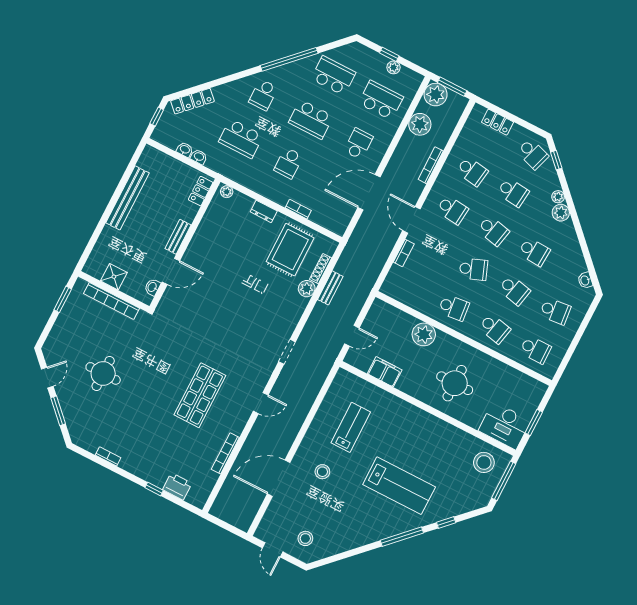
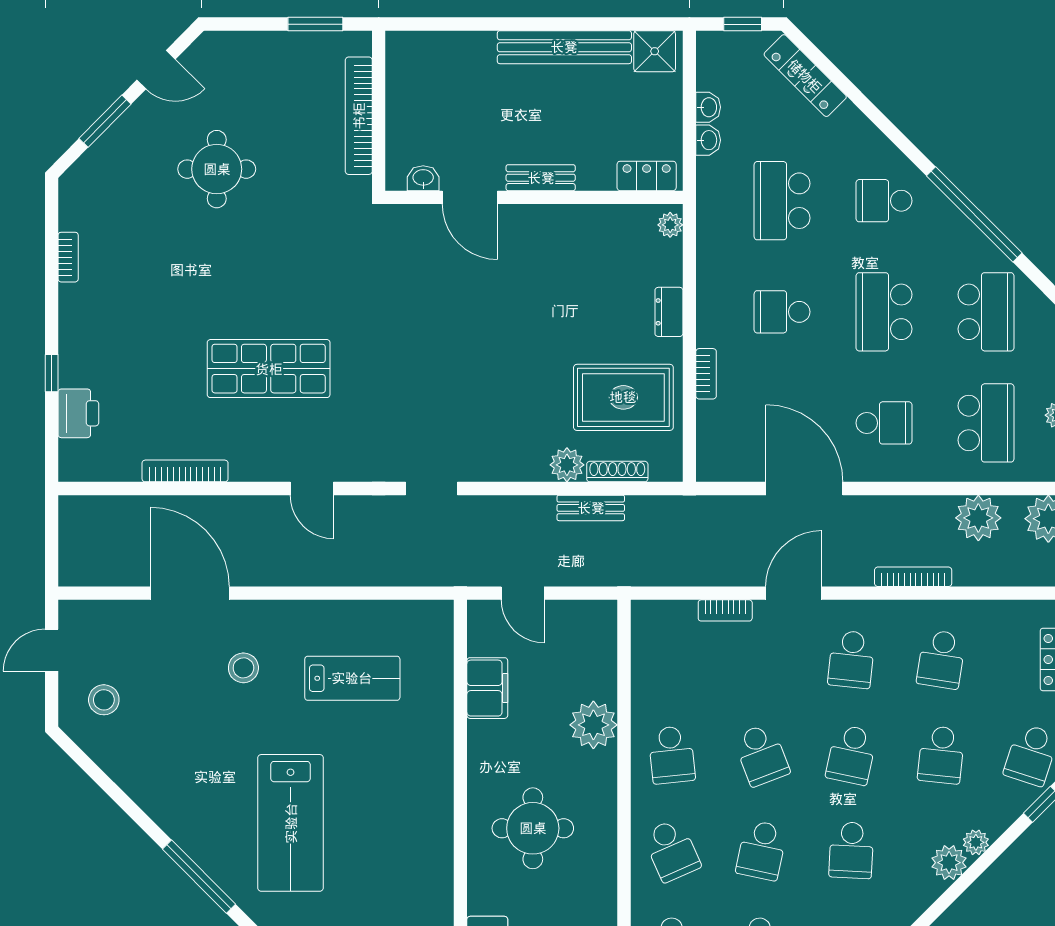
shower: (114, 277) -> (655, 51), moved
school desk: (495, 329) -> (672, 850), turned -36

